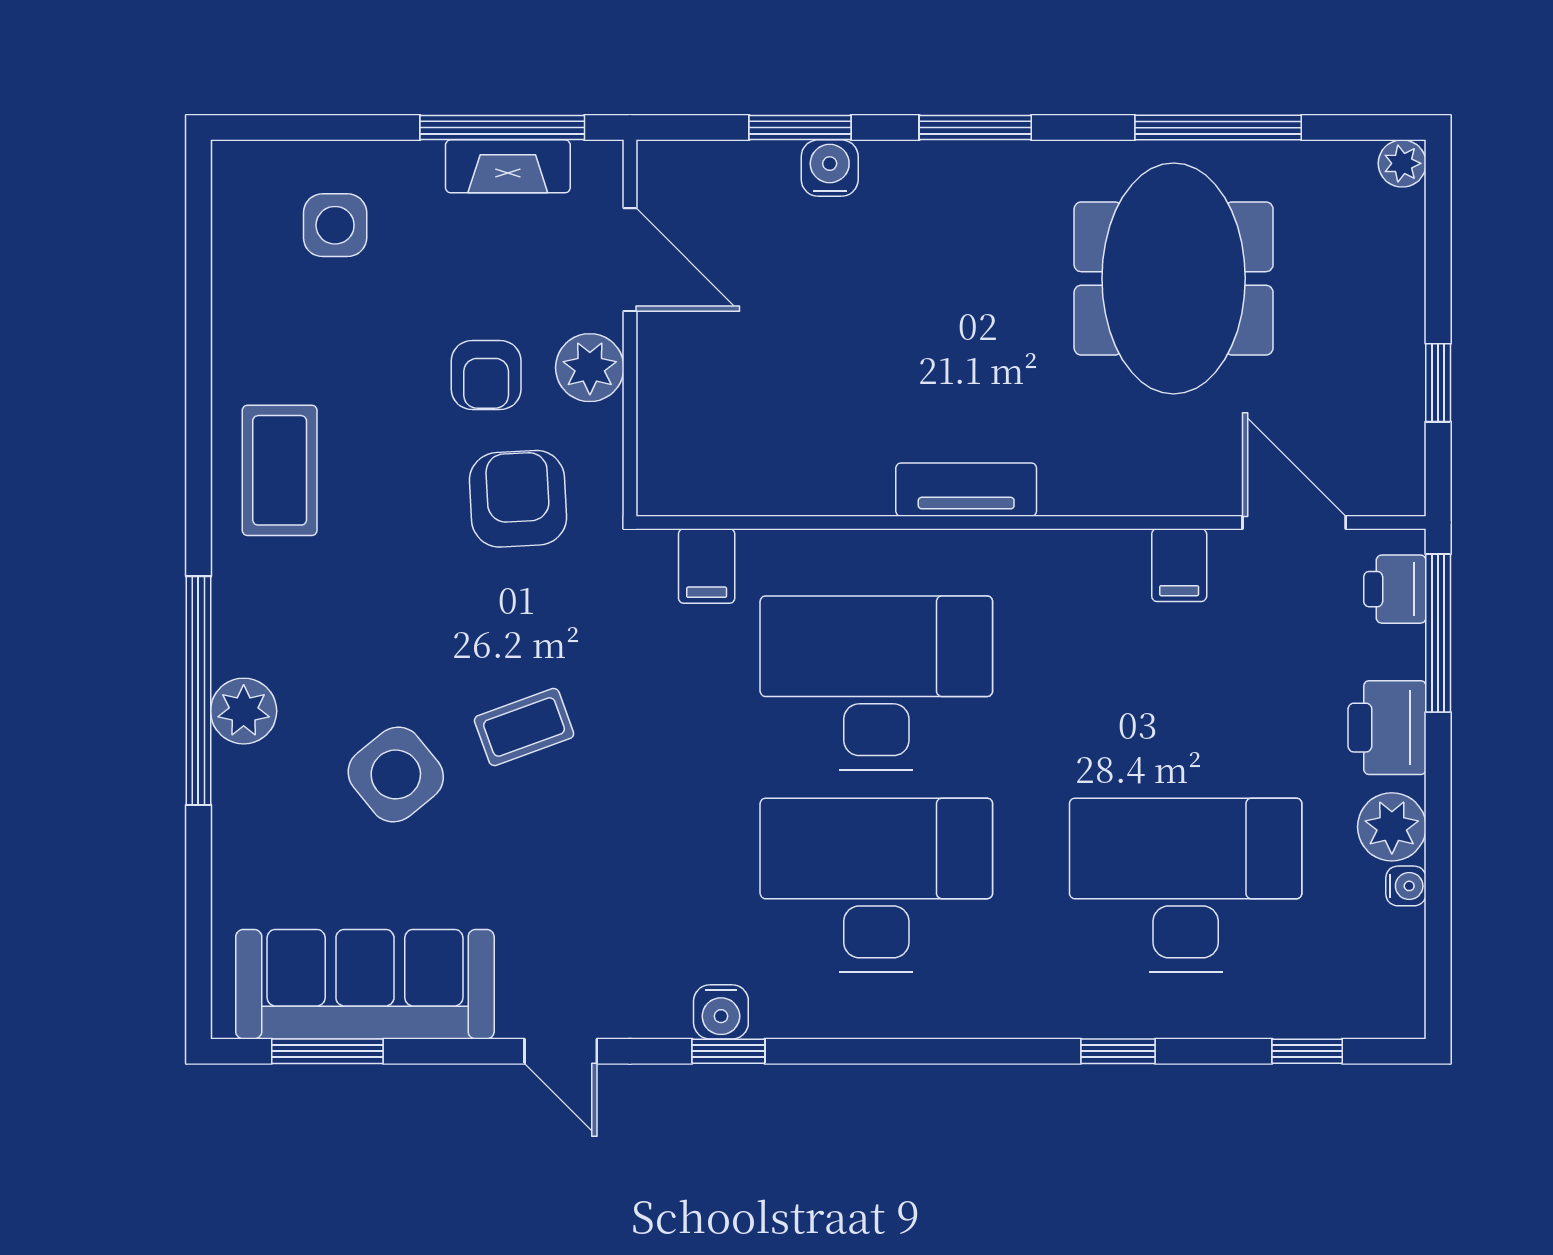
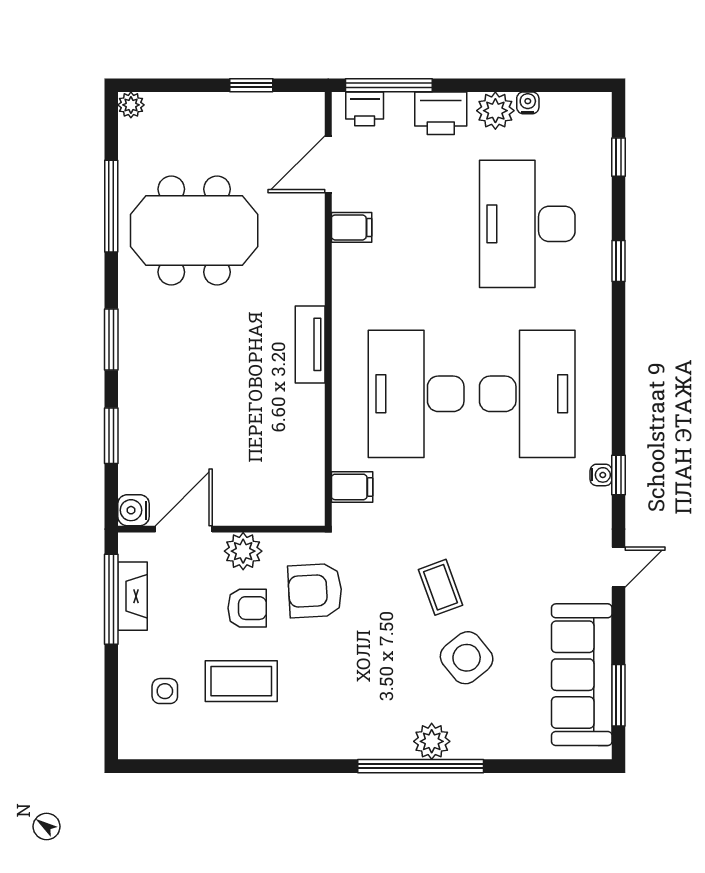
water cooler: (830, 168) -> (133, 510), moved
side table: (335, 225) -> (165, 691), width x0.73, depth x0.73
coffee table: (280, 470) -> (241, 681), moved
desk: (876, 885) -> (527, 394), turned 180
water cooler: (721, 1012) -> (601, 475), width x0.72, depth x0.72

